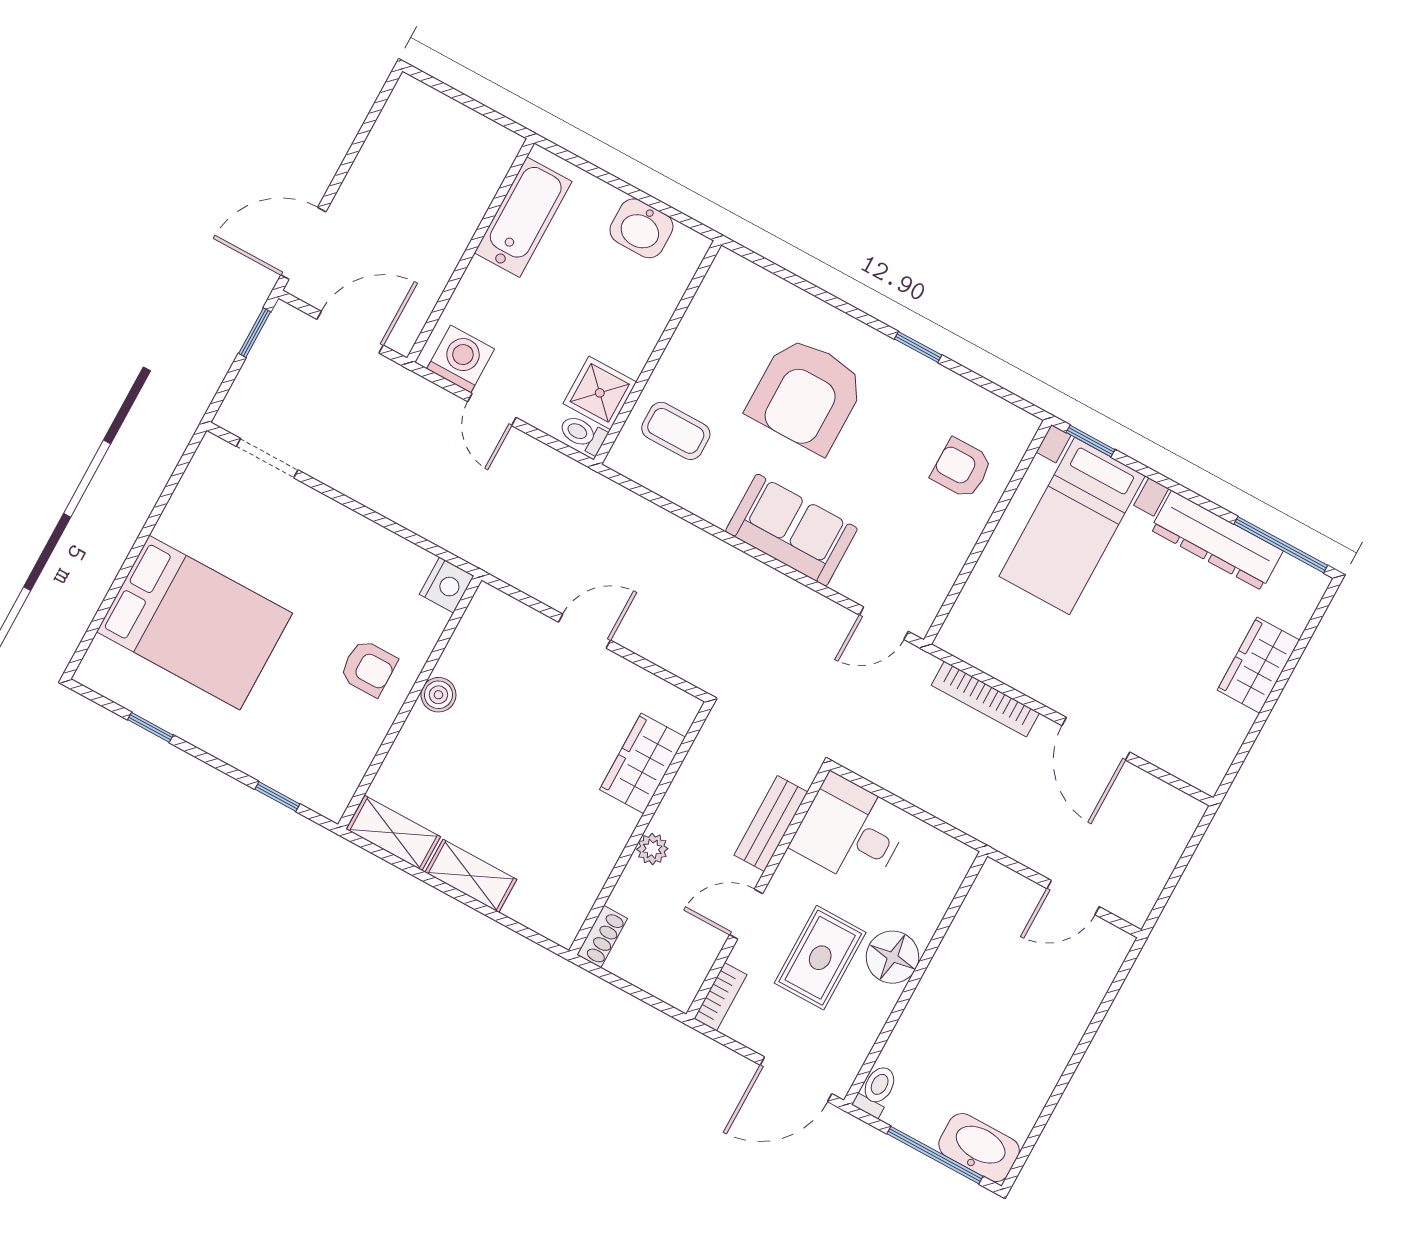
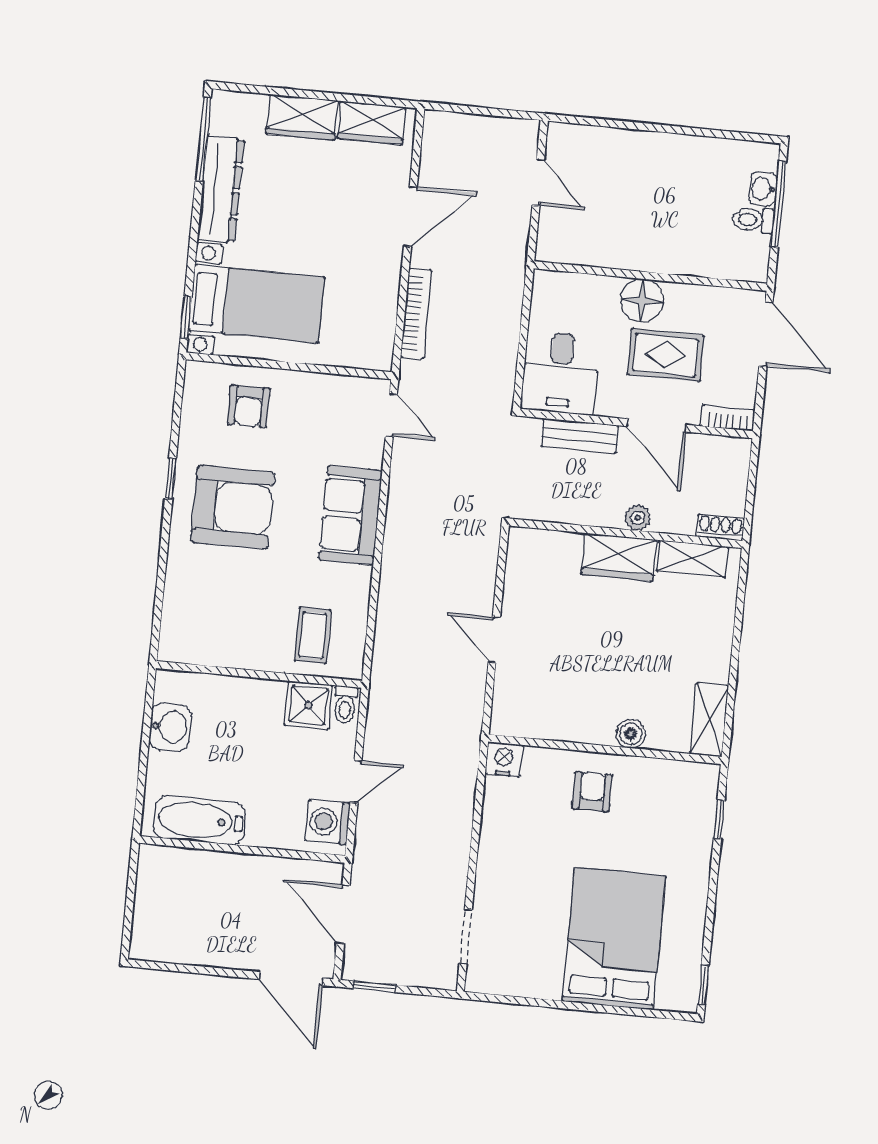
armchair: (806, 395) -> (232, 507), moved
boiler: (438, 695) -> (631, 734), moved
window: (150, 727) -> (703, 985), moved
wardrobe: (1219, 740) -> (372, 123), added
wardrobe: (643, 763) -> (619, 557), moved
shelving: (471, 876) -> (692, 559), moved, turned 90
door: (746, 914) -> (657, 425), width x1.38
toilet: (876, 1090) -> (753, 220), moved
washbasin: (979, 1148) -> (763, 189), width x0.52, depth x0.69

